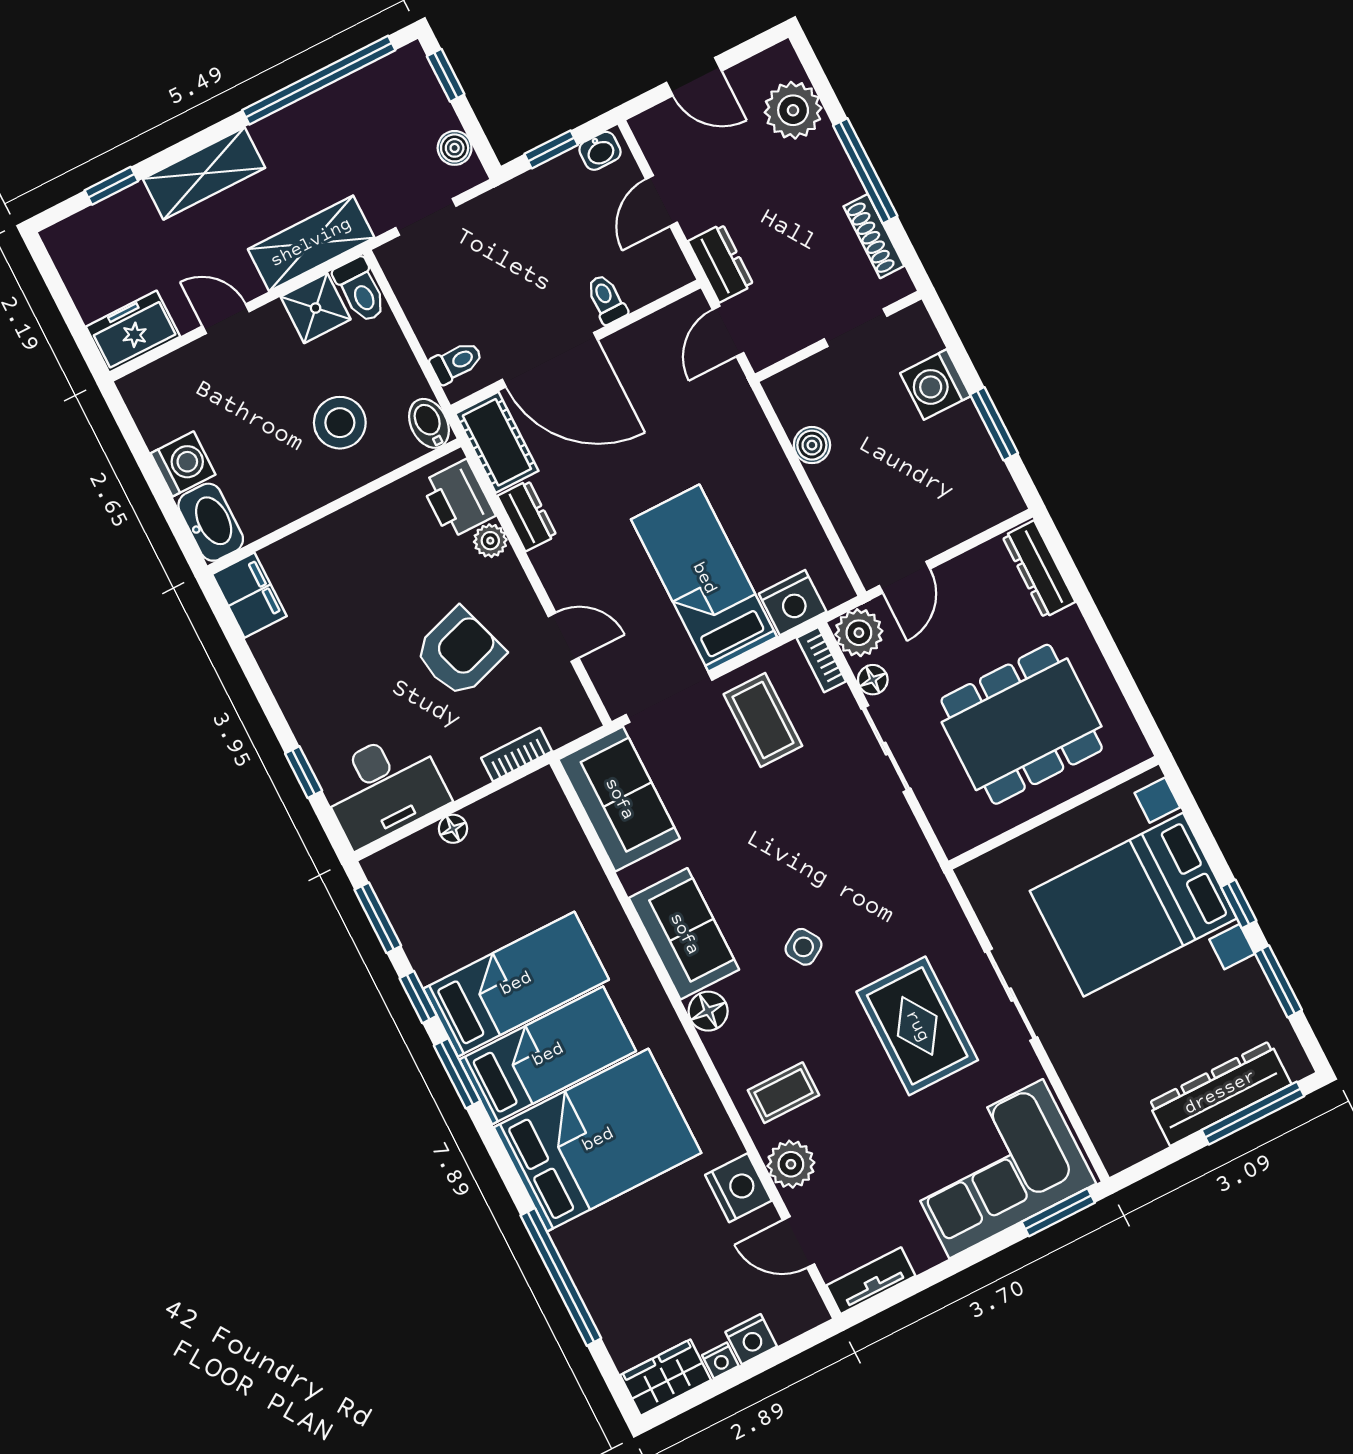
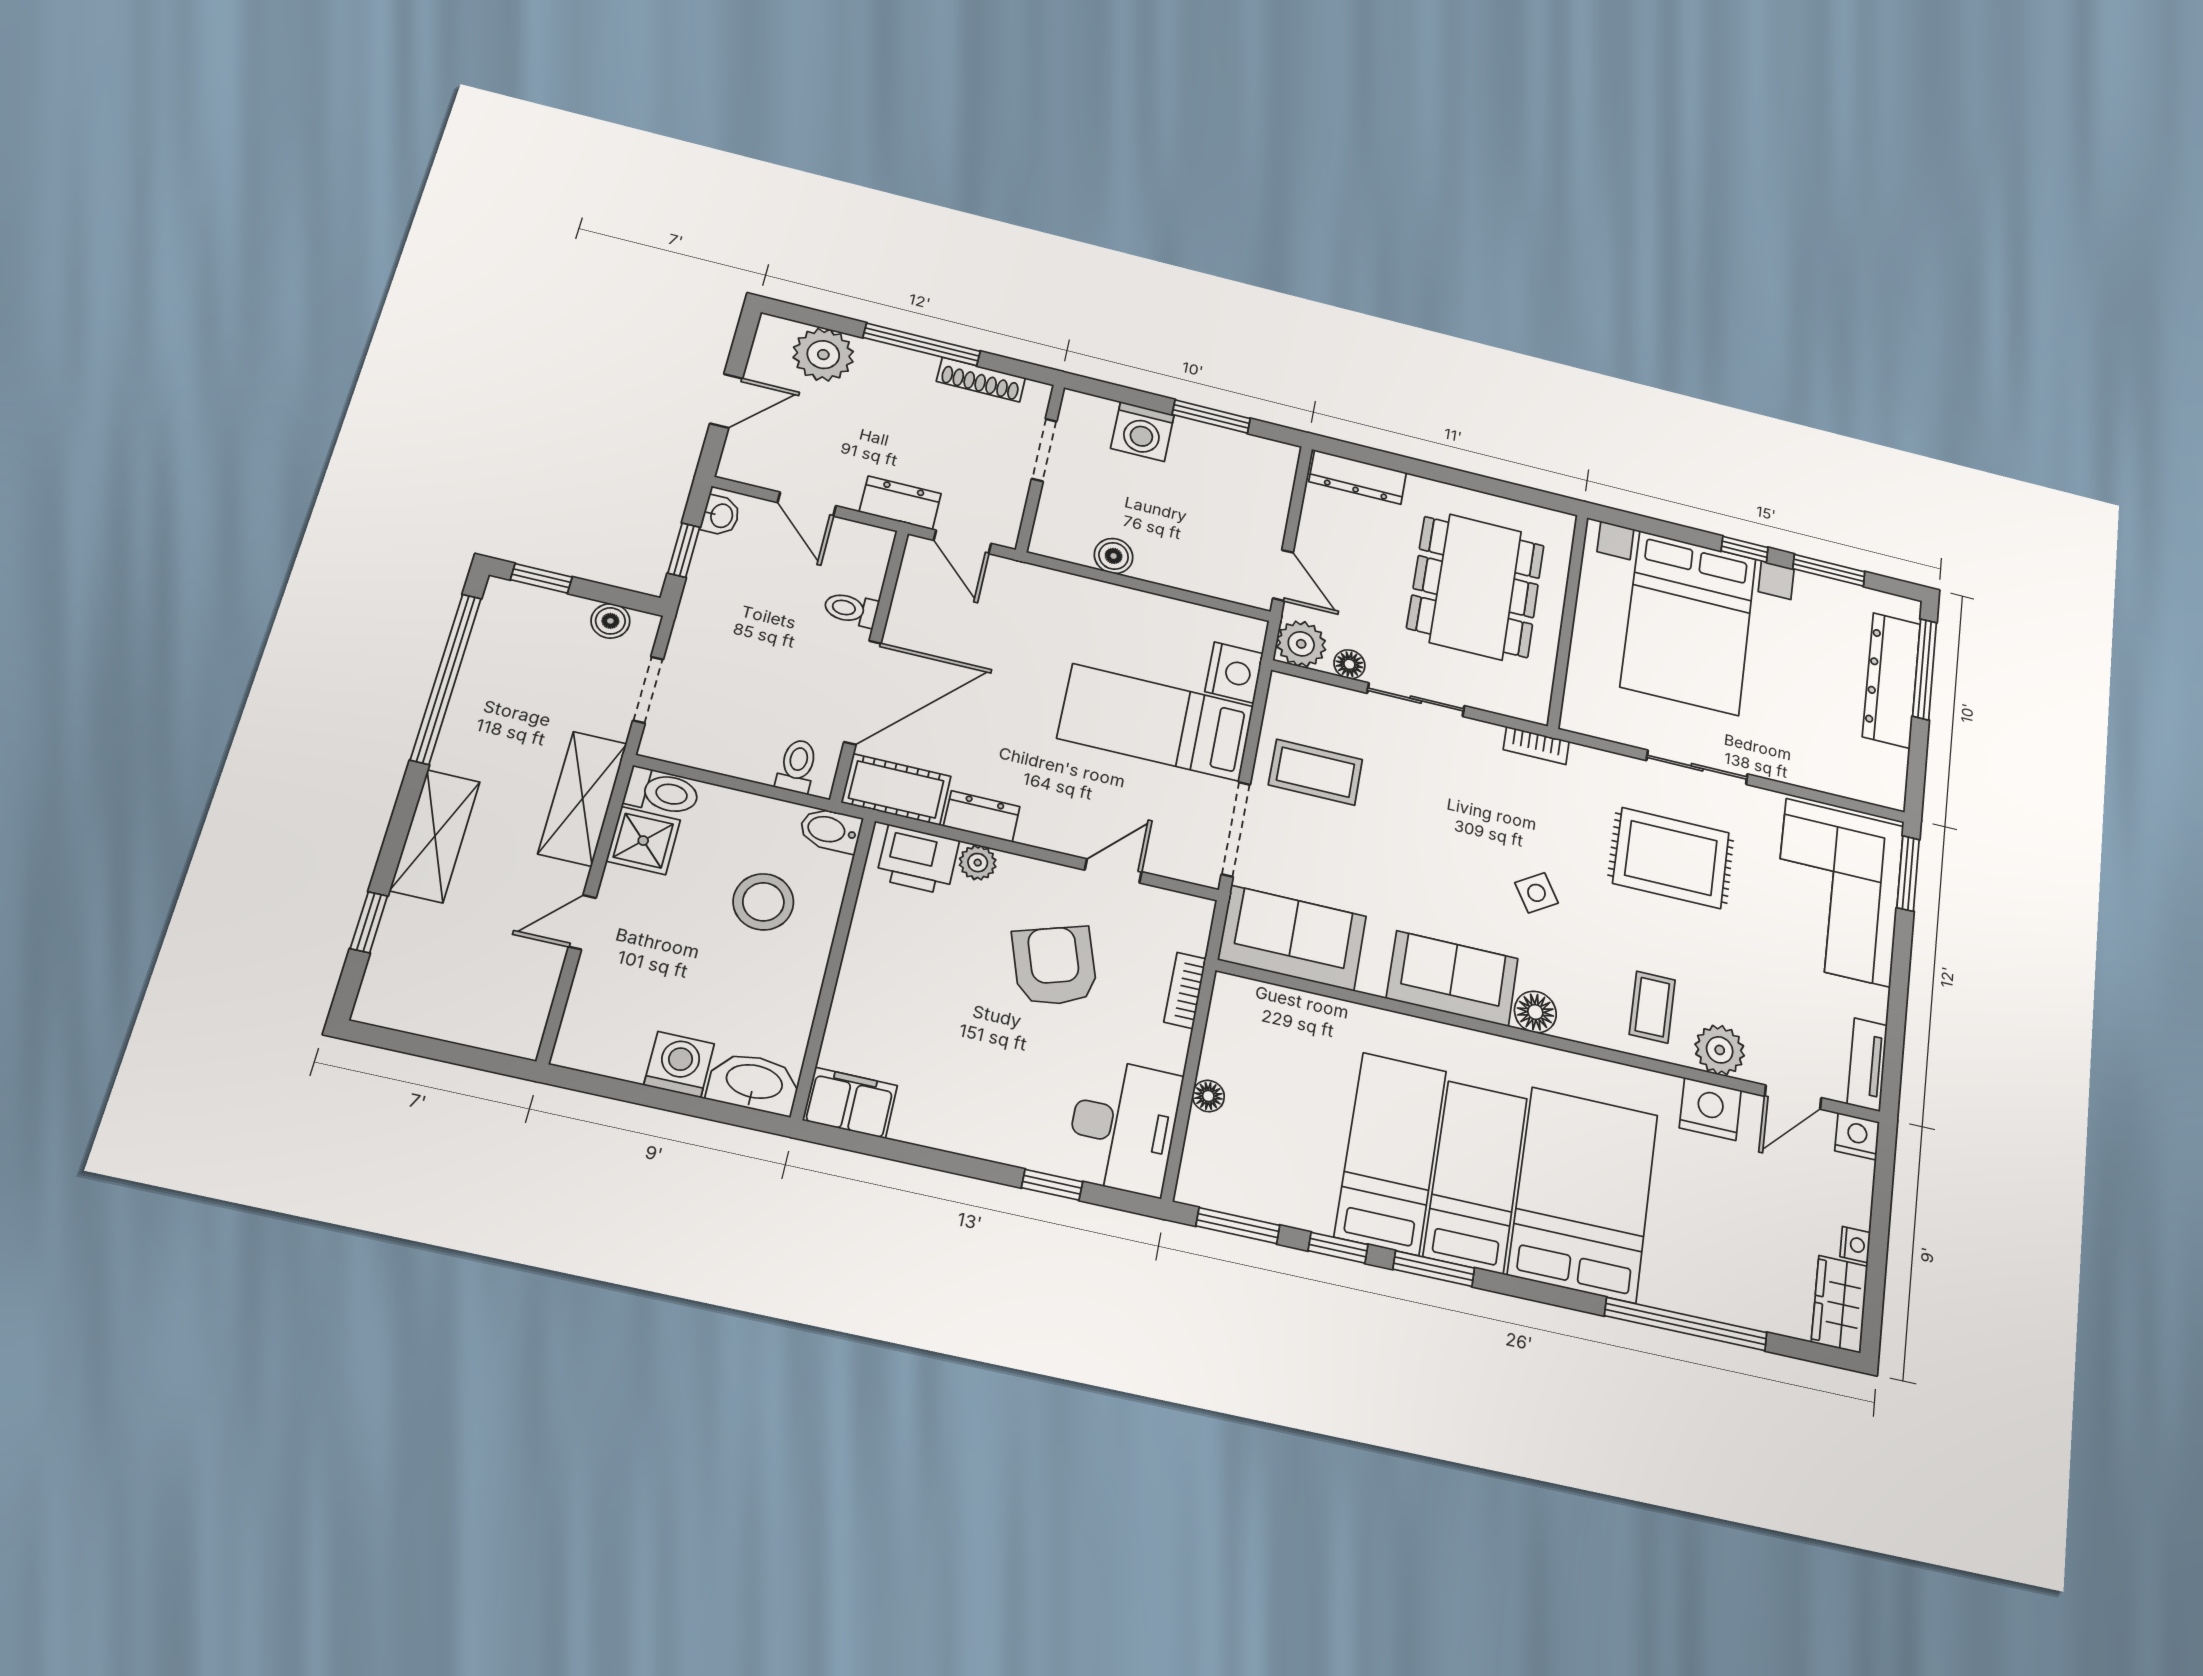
freezer: (133, 332) -> (519, 1011), removed
bookcase: (821, 660) -> (1536, 745), moved
nightstand: (751, 1339) -> (1857, 1136), moved, turned -90

